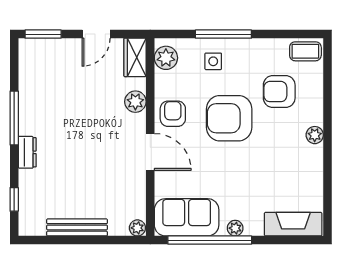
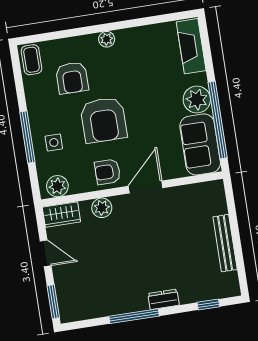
plant: (137, 228) -> (217, 188), removed
plant: (235, 228) -> (197, 100), width x1.88, depth x1.88

